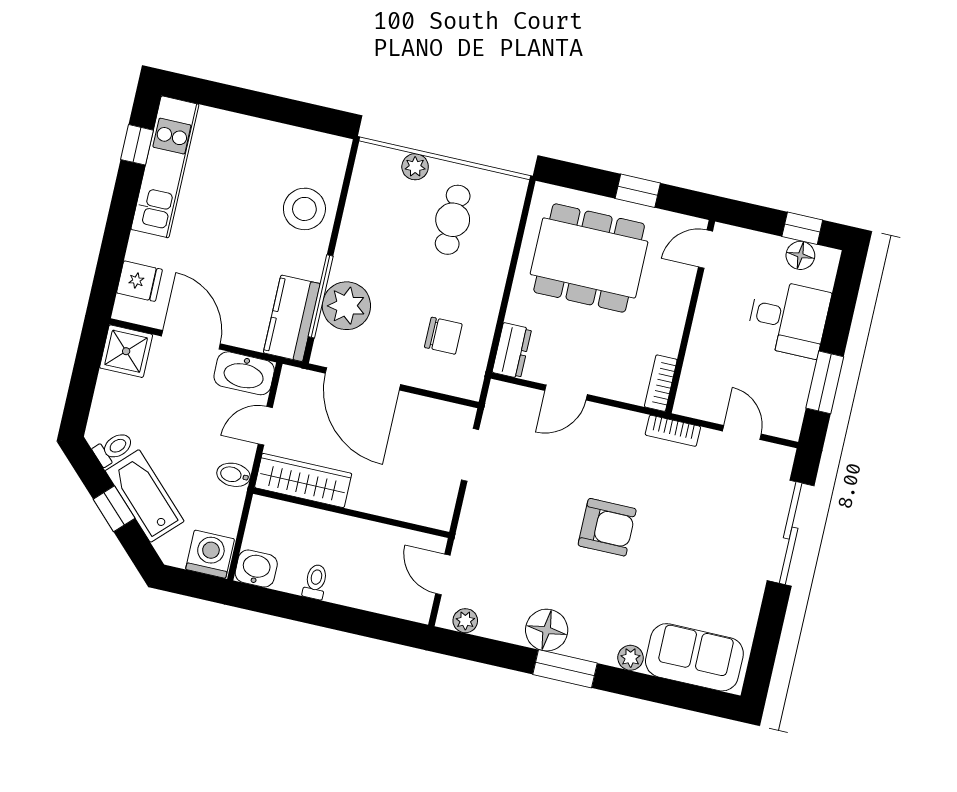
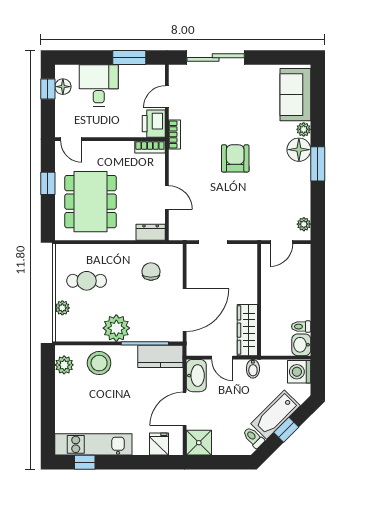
plant: (315, 147) -> (64, 365), added
plant: (346, 306) -> (116, 328), moved
printer: (700, 399) -> (154, 124), added
toilet: (315, 582) -> (301, 327), moved
floor lamp: (547, 630) -> (299, 150), moved

